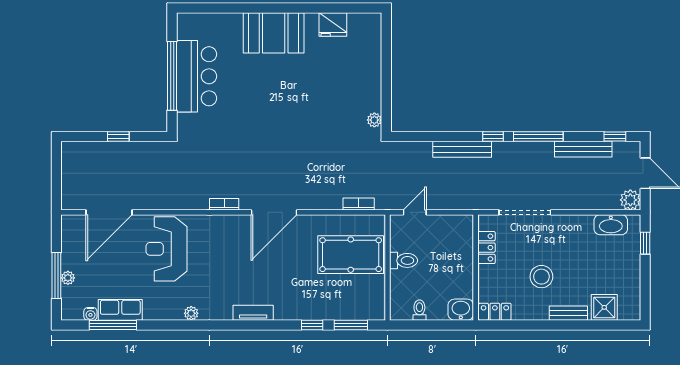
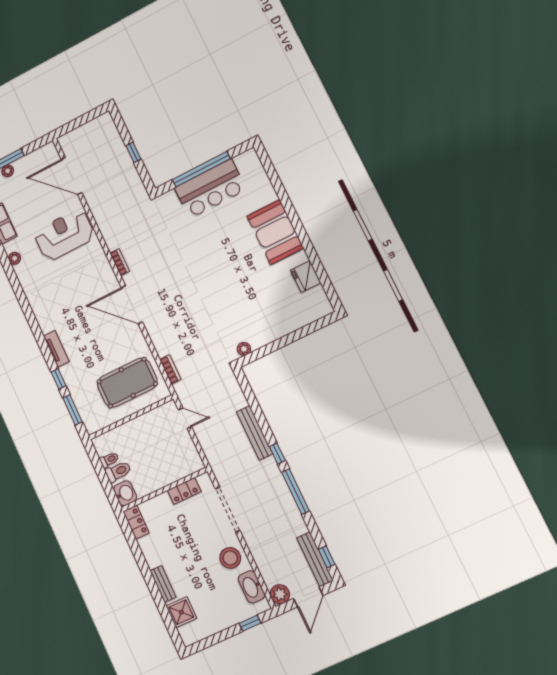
bench: (583, 149) -> (315, 559), moved
pool table: (351, 255) -> (127, 383), turned 90
toilet: (404, 260) -> (118, 471), moved, turned -90
stool: (541, 277) -> (230, 558), moved
plant: (191, 313) -> (15, 258), moved
tv unit: (253, 313) -> (56, 349), moved

